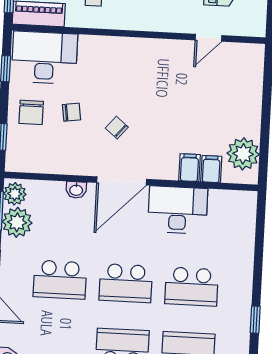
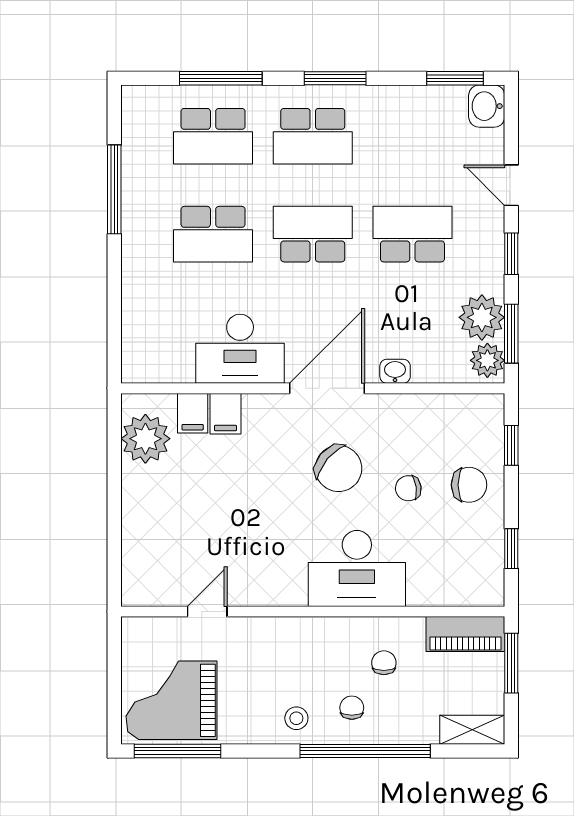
desk: (44, 58) -> (357, 568), moved
chair: (31, 112) -> (469, 485), turned 90
chair: (117, 128) -> (339, 468), width x1.87, depth x1.87
school desk: (192, 287) -> (213, 234), turned 180
window: (255, 320) -> (114, 189), width x2.17

